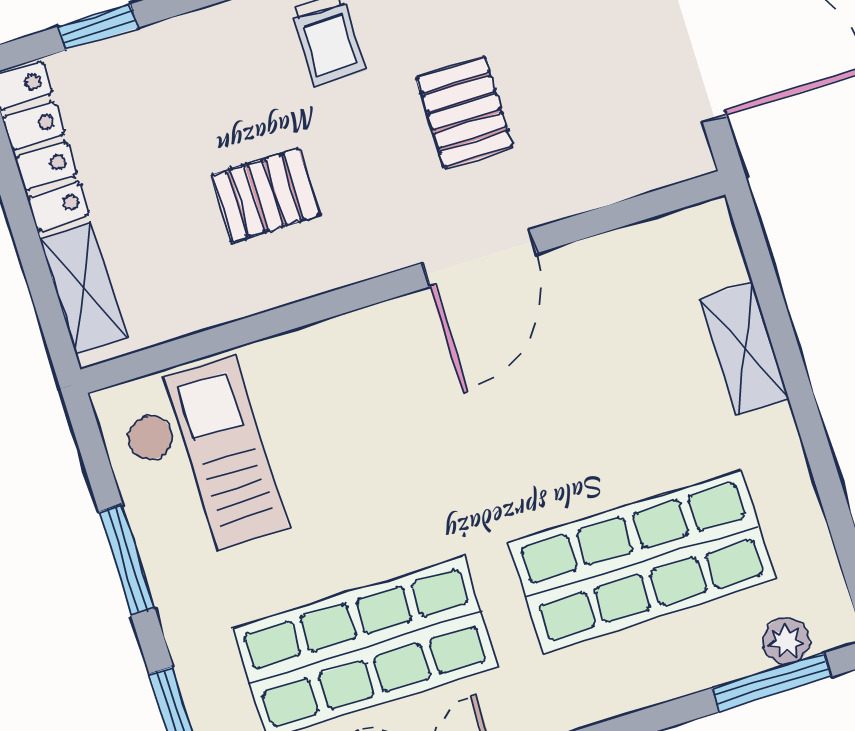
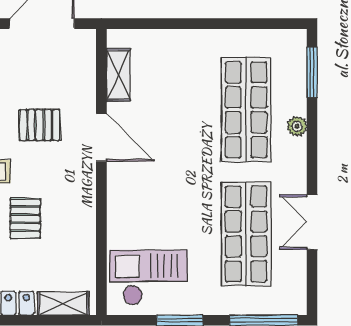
pallet: (265, 195) -> (25, 219), moved
shelving: (745, 349) -> (118, 75), moved, turned 90
plant: (786, 641) -> (297, 126), moved

